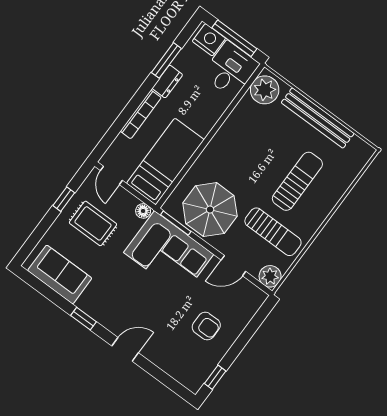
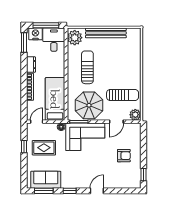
window: (166, 60) -> (24, 42), moved
door: (111, 175) -> (37, 122), swing flipped
sun lounger: (297, 181) -> (87, 67), moved
window: (44, 289) -> (44, 191), added

